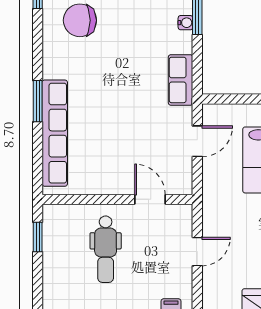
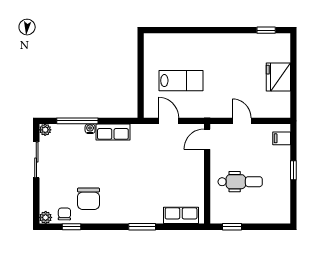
row of seats: (181, 80) -> (113, 132), moved
row of seats: (55, 133) -> (181, 215), width x0.50
door: (150, 199) -> (207, 139), moved

